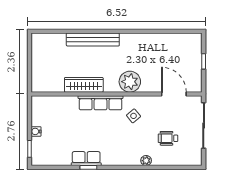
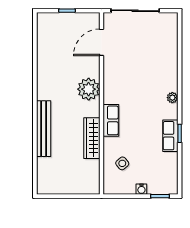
row of seats: (101, 103) -> (111, 120), width x0.68
side table: (134, 116) -> (122, 163), moved
wheelchair: (168, 138) -> (149, 49), removed
plant: (146, 161) -> (172, 98), moved

